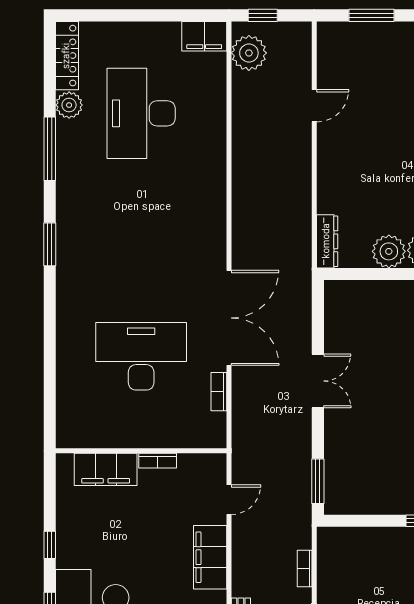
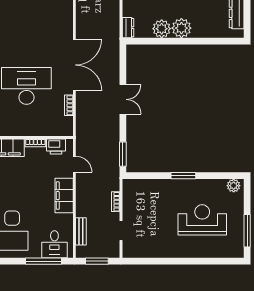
dresser: (327, 241) -> (128, 28), width x0.70
printer: (195, 467) -> (56, 146), added
door: (229, 500) -> (74, 164), hinge flipped

